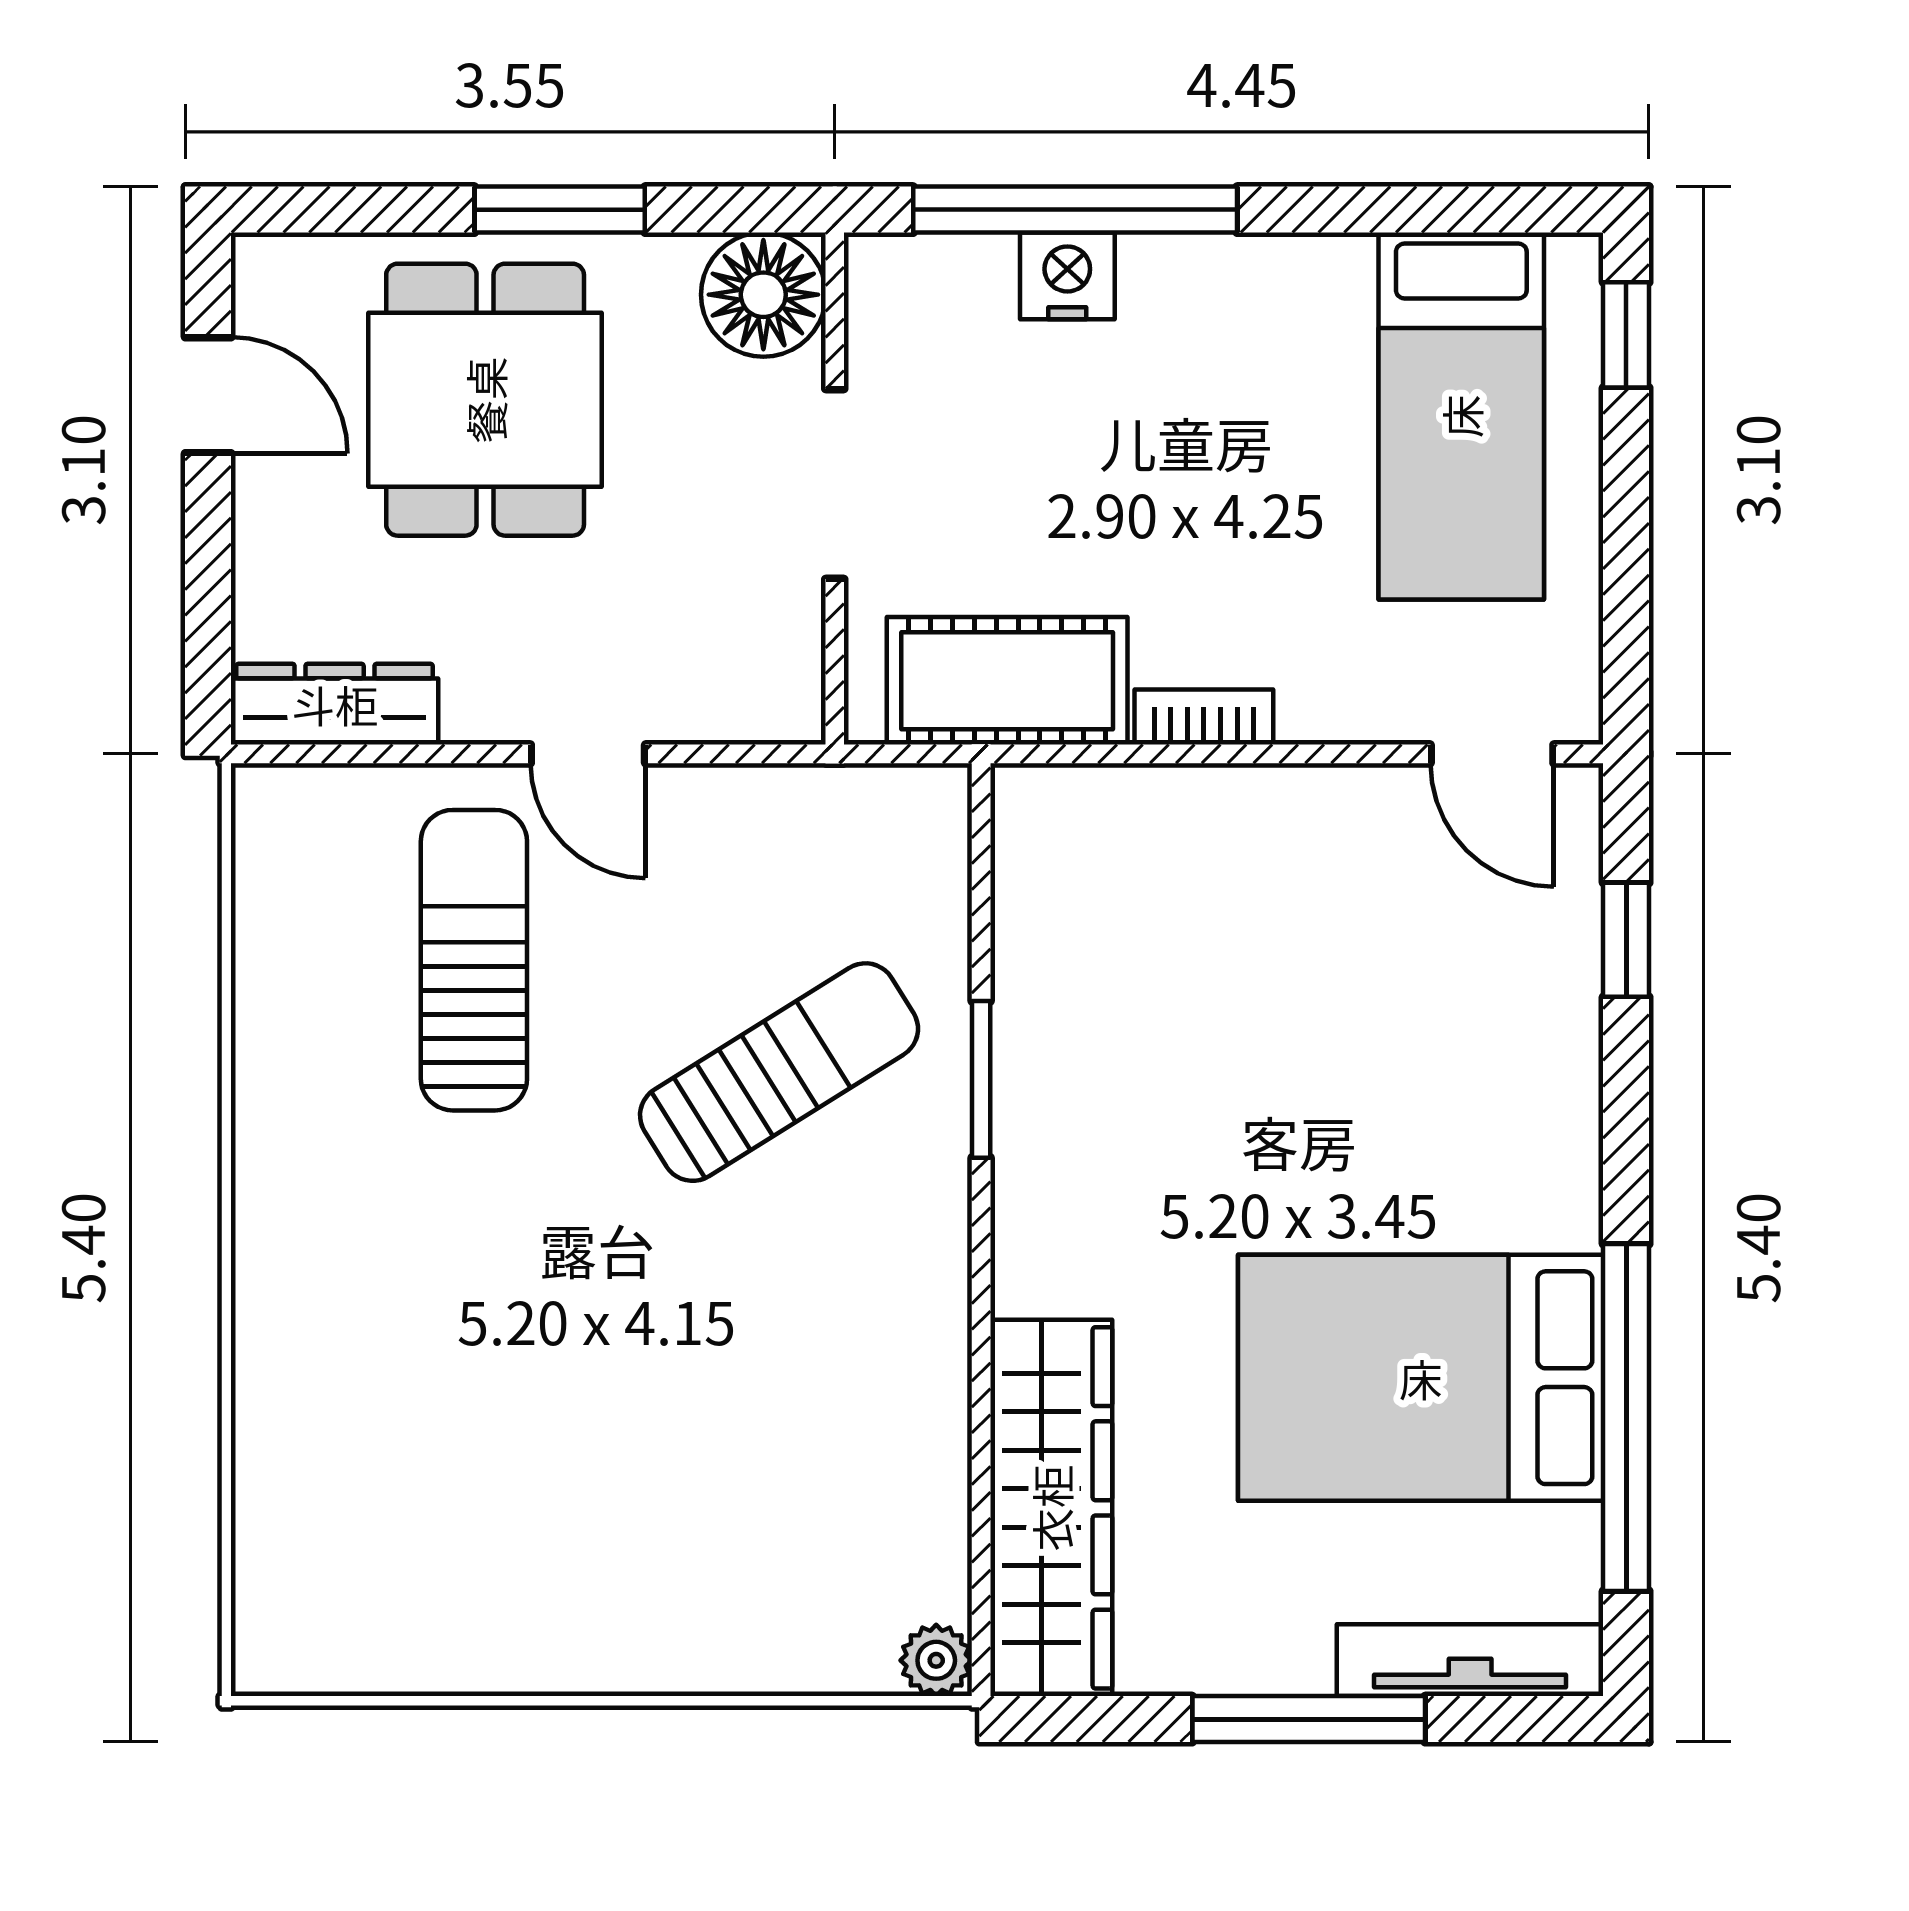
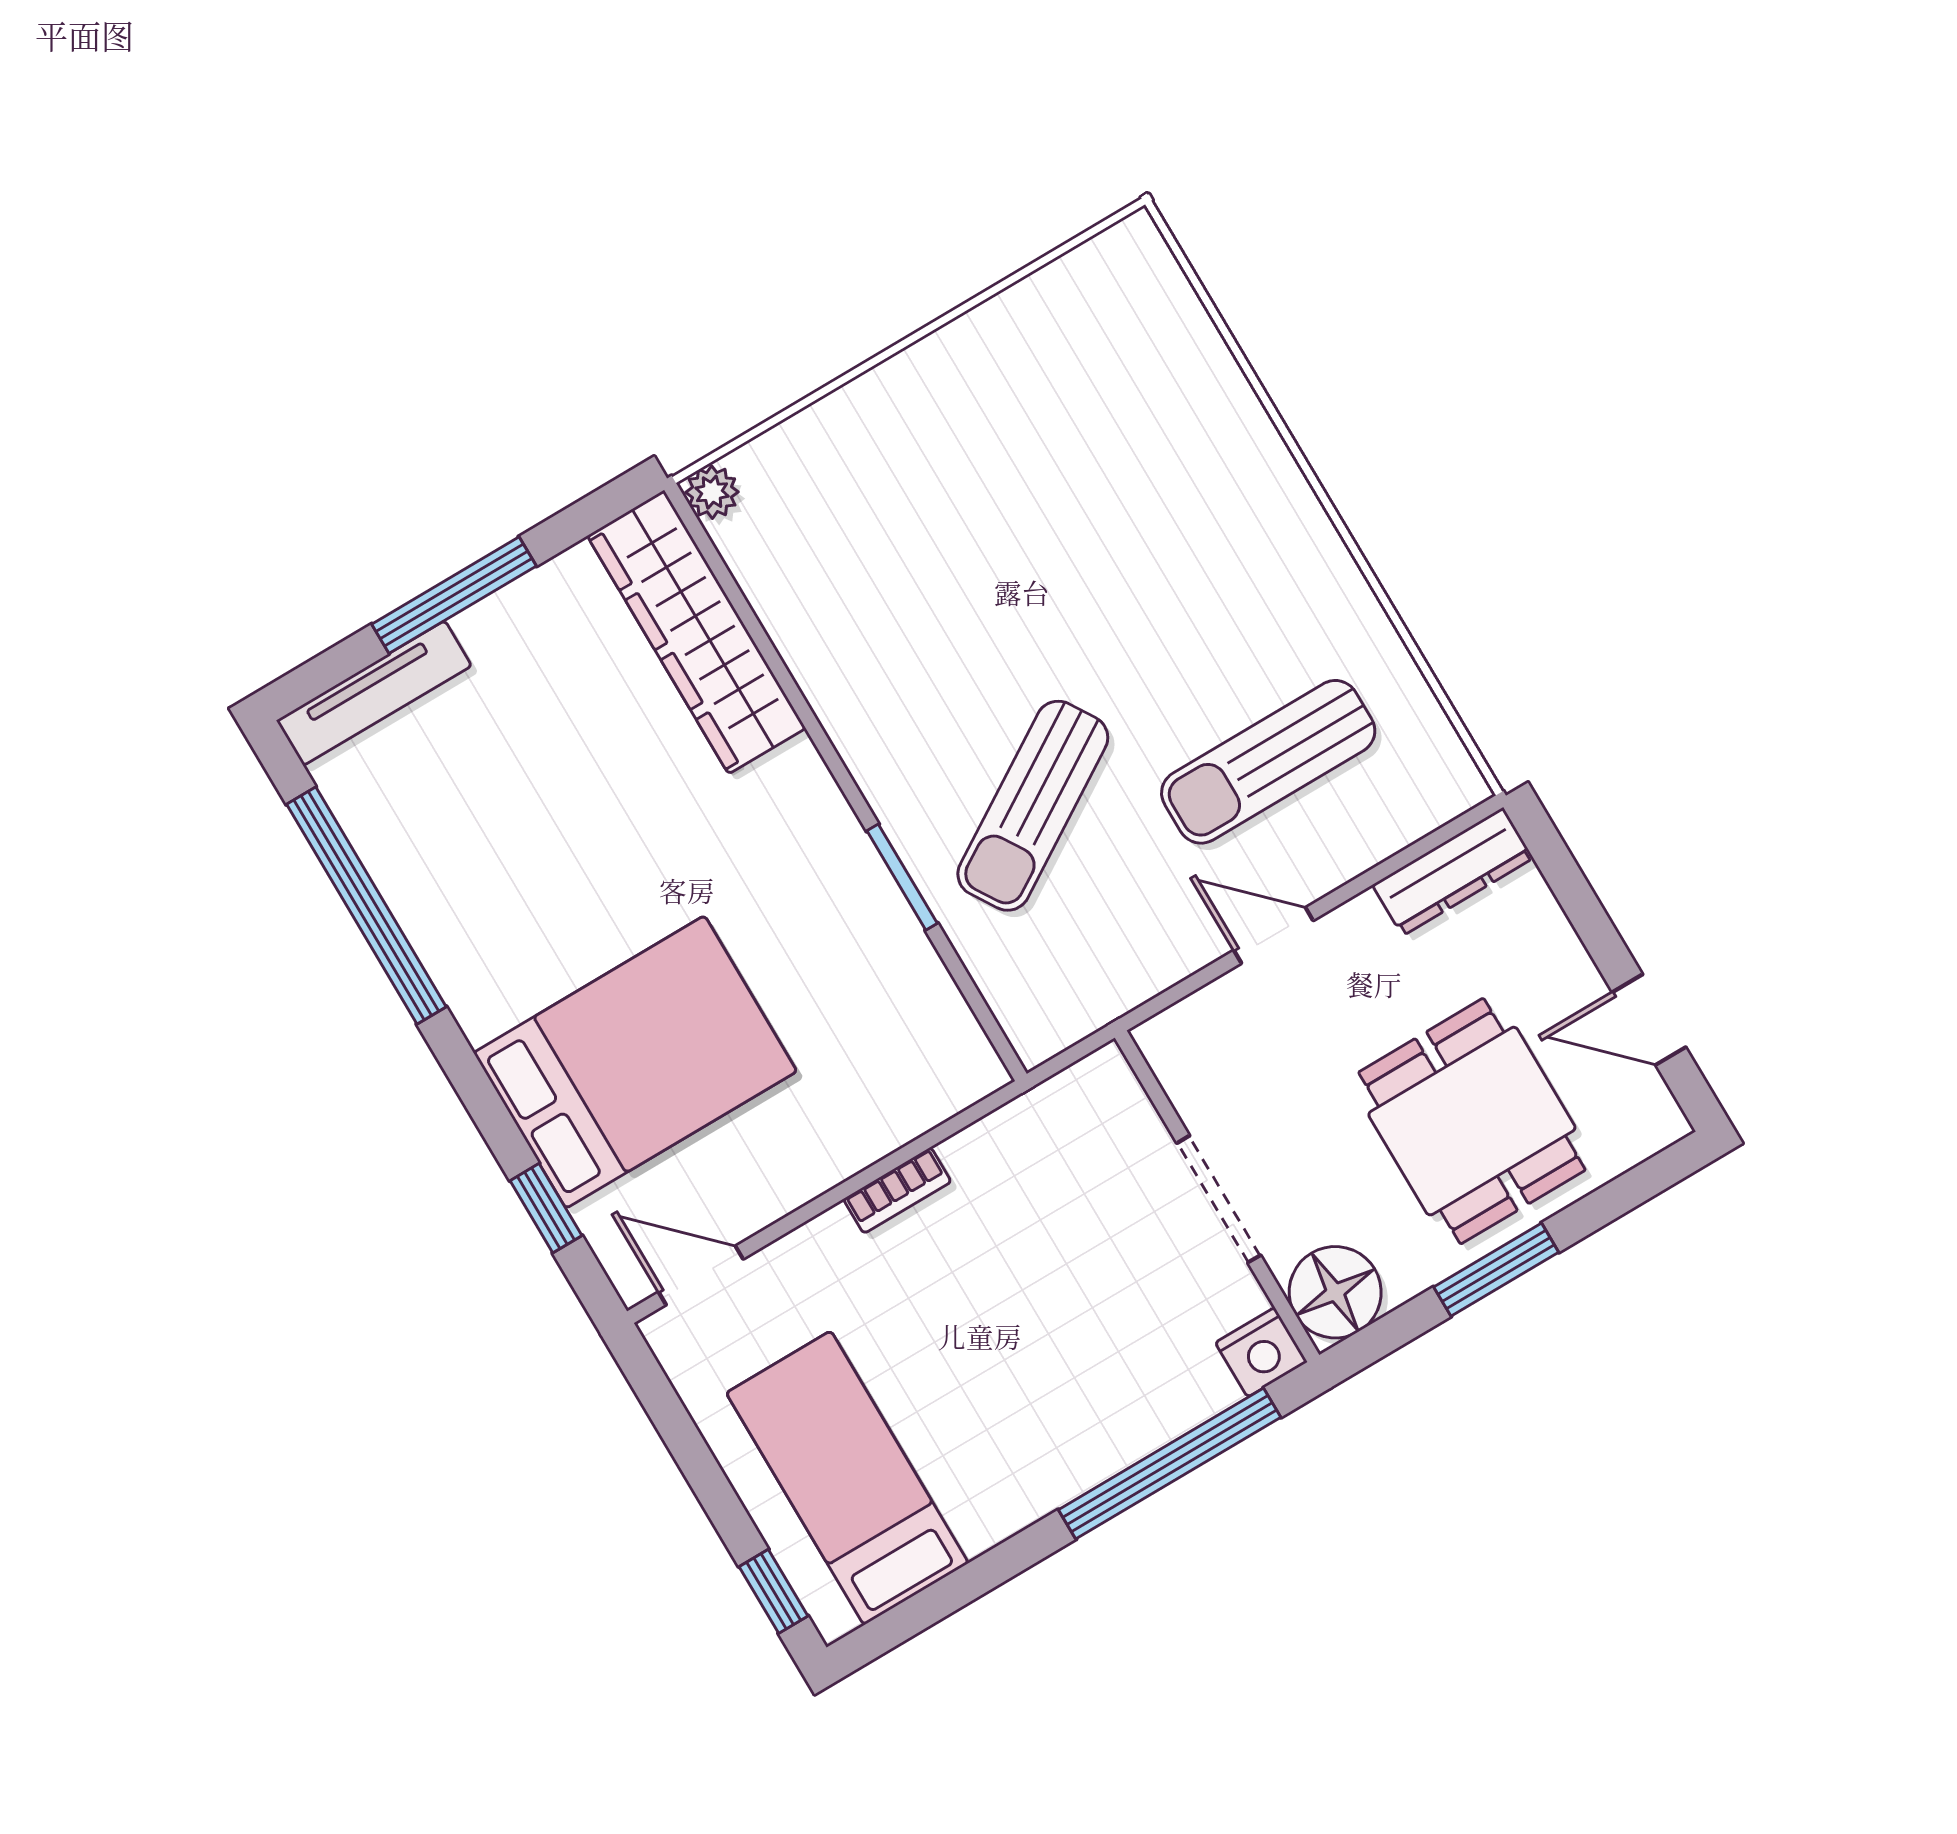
nightstand: (1067, 276) -> (1261, 1352), moved
cot: (1007, 681) -> (1035, 1139), removed
sun lounger: (474, 960) -> (1268, 762), turned 90
bed: (1421, 1378) -> (635, 1062), moved

